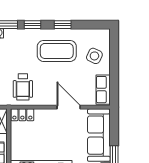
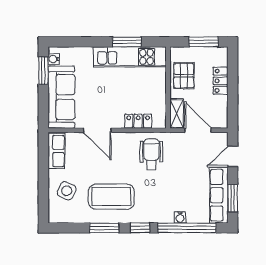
window: (63, 25) -> (104, 228), width x1.50
locker: (22, 115) -> (138, 121), moved

